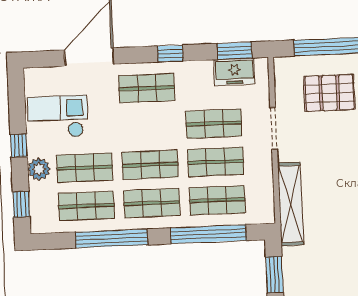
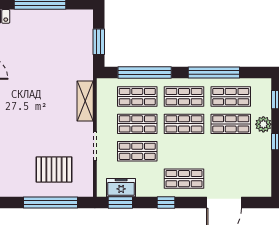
checkout: (58, 117) -> (248, 161), removed
shelving: (291, 204) -> (85, 101), width x0.68

